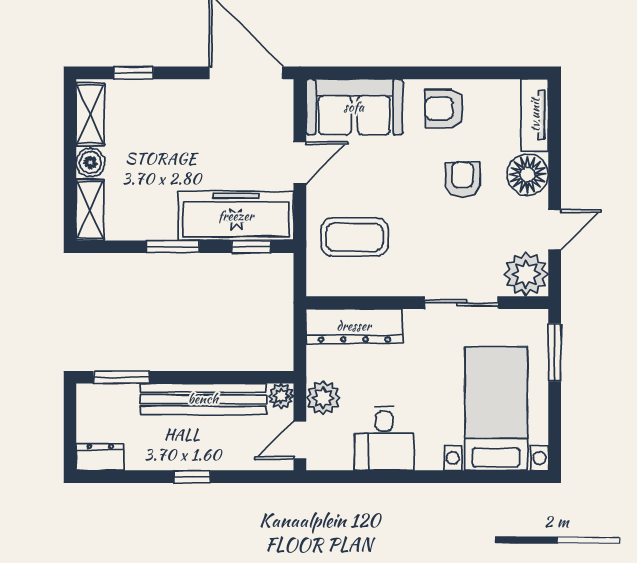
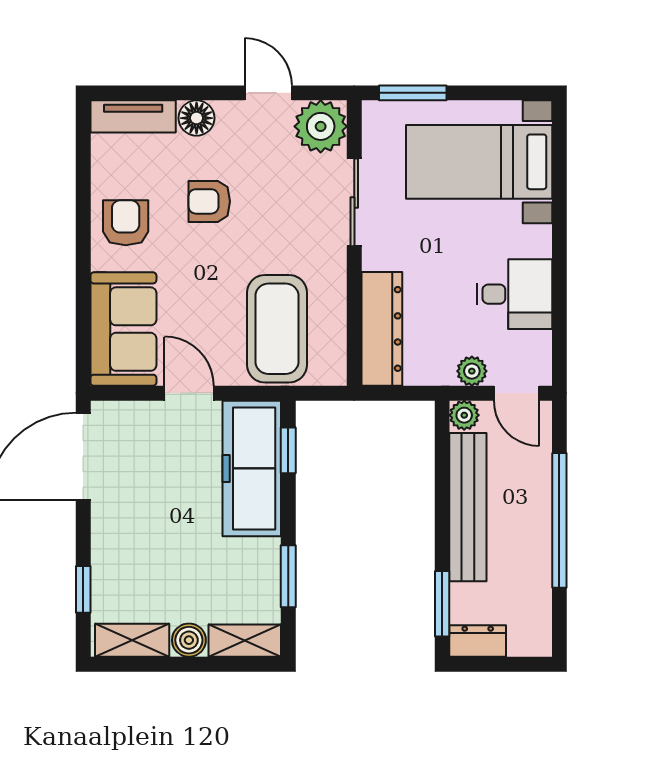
armchair: (444, 109) -> (126, 223), turned 180
floor lamp: (528, 175) -> (197, 118), width x0.73, depth x0.73
coffee table: (355, 237) -> (277, 329), width x1.36, depth x1.32
window: (173, 247) -> (288, 576), moved
plant: (323, 398) -> (472, 371), width x0.73, depth x0.73
dresser: (100, 457) -> (478, 641), moved, turned 90
window: (192, 477) -> (559, 520), width x3.17

